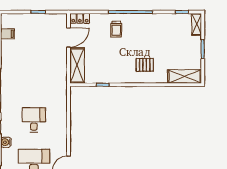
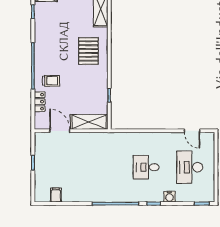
locker: (80, 18) -> (40, 102), moved
pallet: (145, 65) -> (88, 51), width x1.50, depth x1.42

